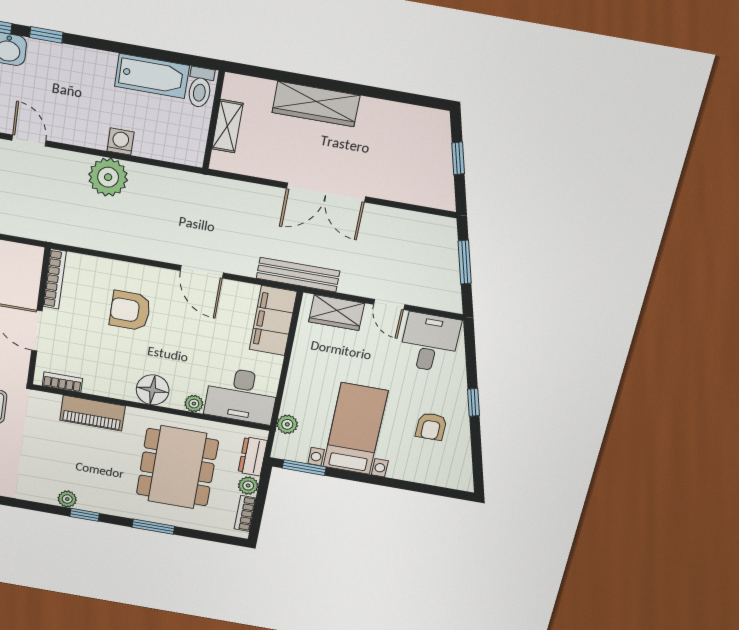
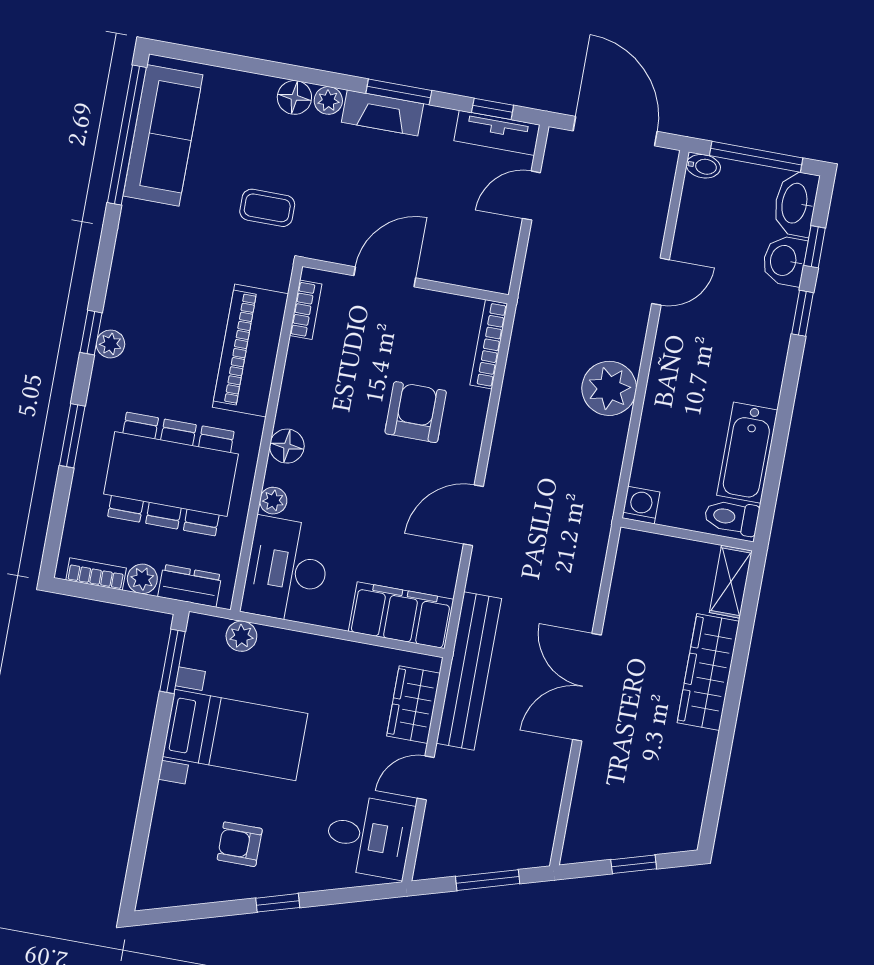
shelving: (227, 126) -> (731, 582), moved, turned 90
washing machine: (120, 141) -> (641, 505), moved, turned -90
bench: (298, 275) -> (469, 671), width x1.37, depth x1.21
bookcase: (55, 279) -> (489, 344), moved, turned 90
floor lamp: (153, 390) -> (287, 446), width x0.73, depth x0.73
piano: (92, 413) -> (250, 350), width x1.37, depth x1.33
plant: (67, 499) -> (110, 344), moved

